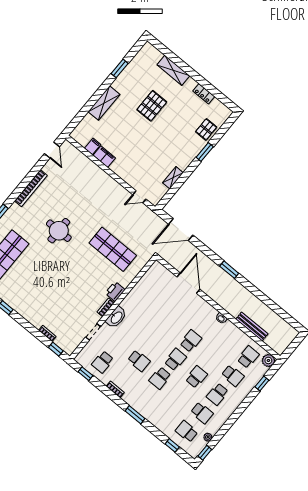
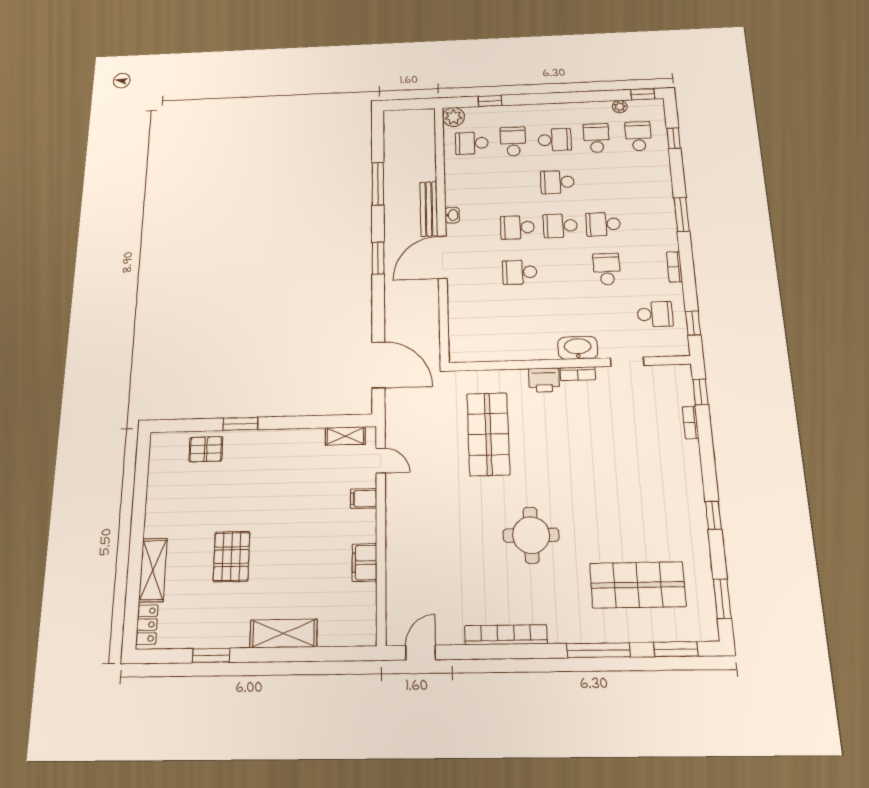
locker: (204, 94) -> (147, 625), moved
pallet: (152, 106) -> (231, 557), turned 90
filing cabinet: (93, 146) -> (364, 498), moved
shelving: (173, 178) -> (345, 436), moved
door: (188, 283) -> (442, 257), moved
window: (265, 299) -> (378, 184), added
school desk: (170, 324) -> (520, 272), added
bench: (252, 326) -> (429, 209), moved
school desk: (160, 378) -> (603, 224), turned 180
school desk: (187, 431) -> (638, 136), turned 180

